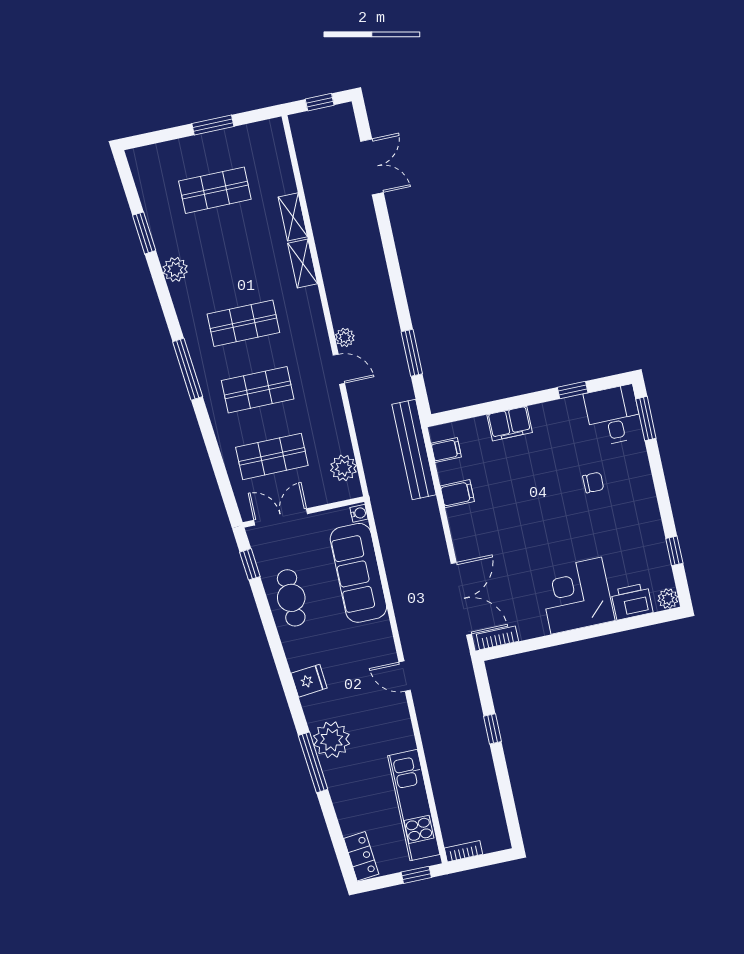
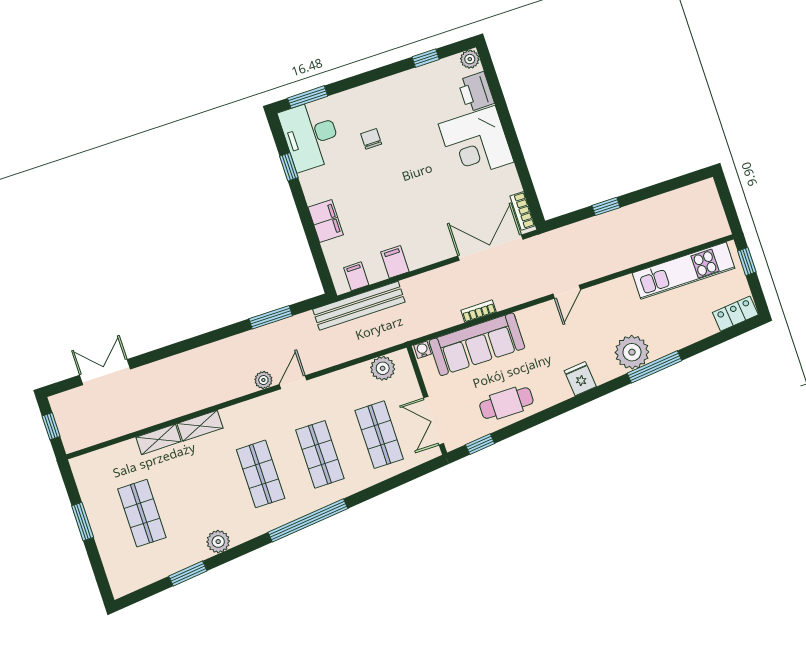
window: (188, 369) -> (308, 520), width x1.46
desk: (613, 415) -> (311, 135), width x1.37
bookcase: (464, 851) -> (479, 311), moved, turned 90

